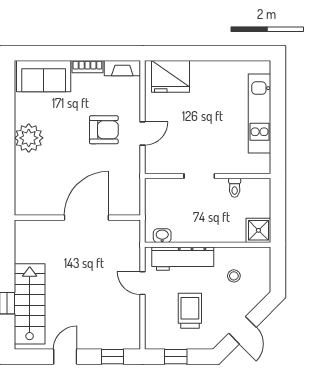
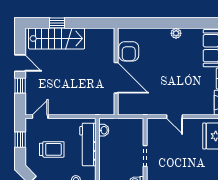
armchair: (104, 130) -> (129, 51), moved
plant: (29, 138) -> (176, 33), width x0.53, depth x0.53
door: (143, 283) -> (40, 117), moved
window: (112, 357) -> (20, 86), moved

